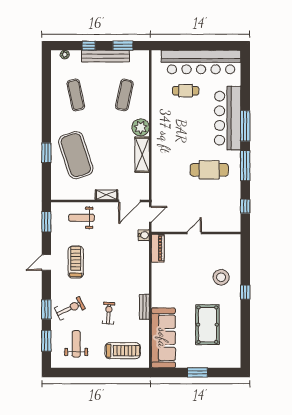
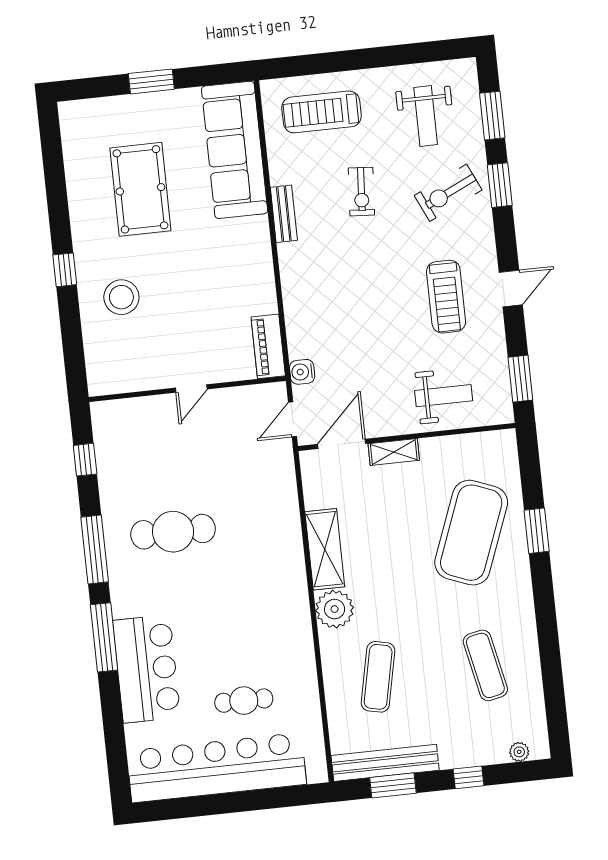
bench: (105, 56) -> (385, 763), moved
bar counter: (228, 118) -> (147, 669), width x0.73
exercise mat: (76, 155) -> (471, 533), turned 39

